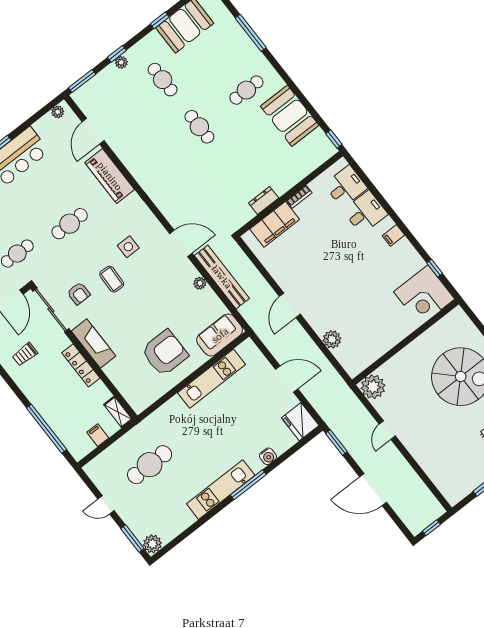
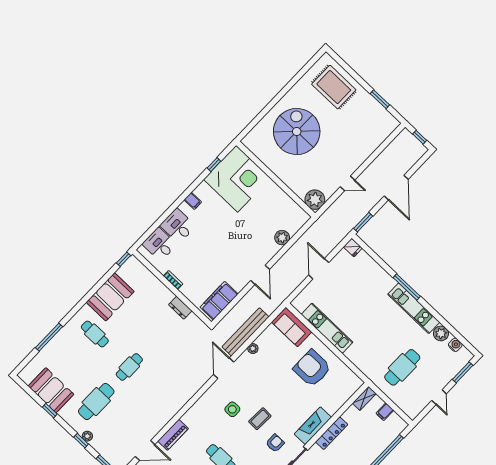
cafe table: (163, 80) -> (96, 402), width x1.37, depth x1.35
piano: (110, 176) -> (173, 435), width x0.73, depth x0.75
filing cabinet: (275, 224) -> (219, 301), moved, turned -90
corner desk: (424, 295) -> (237, 179), width x1.36, depth x1.36
door: (290, 305) -> (260, 275), hinge flipped
fridge: (300, 422) -> (353, 247), width x0.53, depth x0.75
water cooler: (268, 456) -> (455, 345), moved
cafe table: (150, 465) -> (402, 367), turned 90
plant: (152, 544) -> (441, 333), moved

